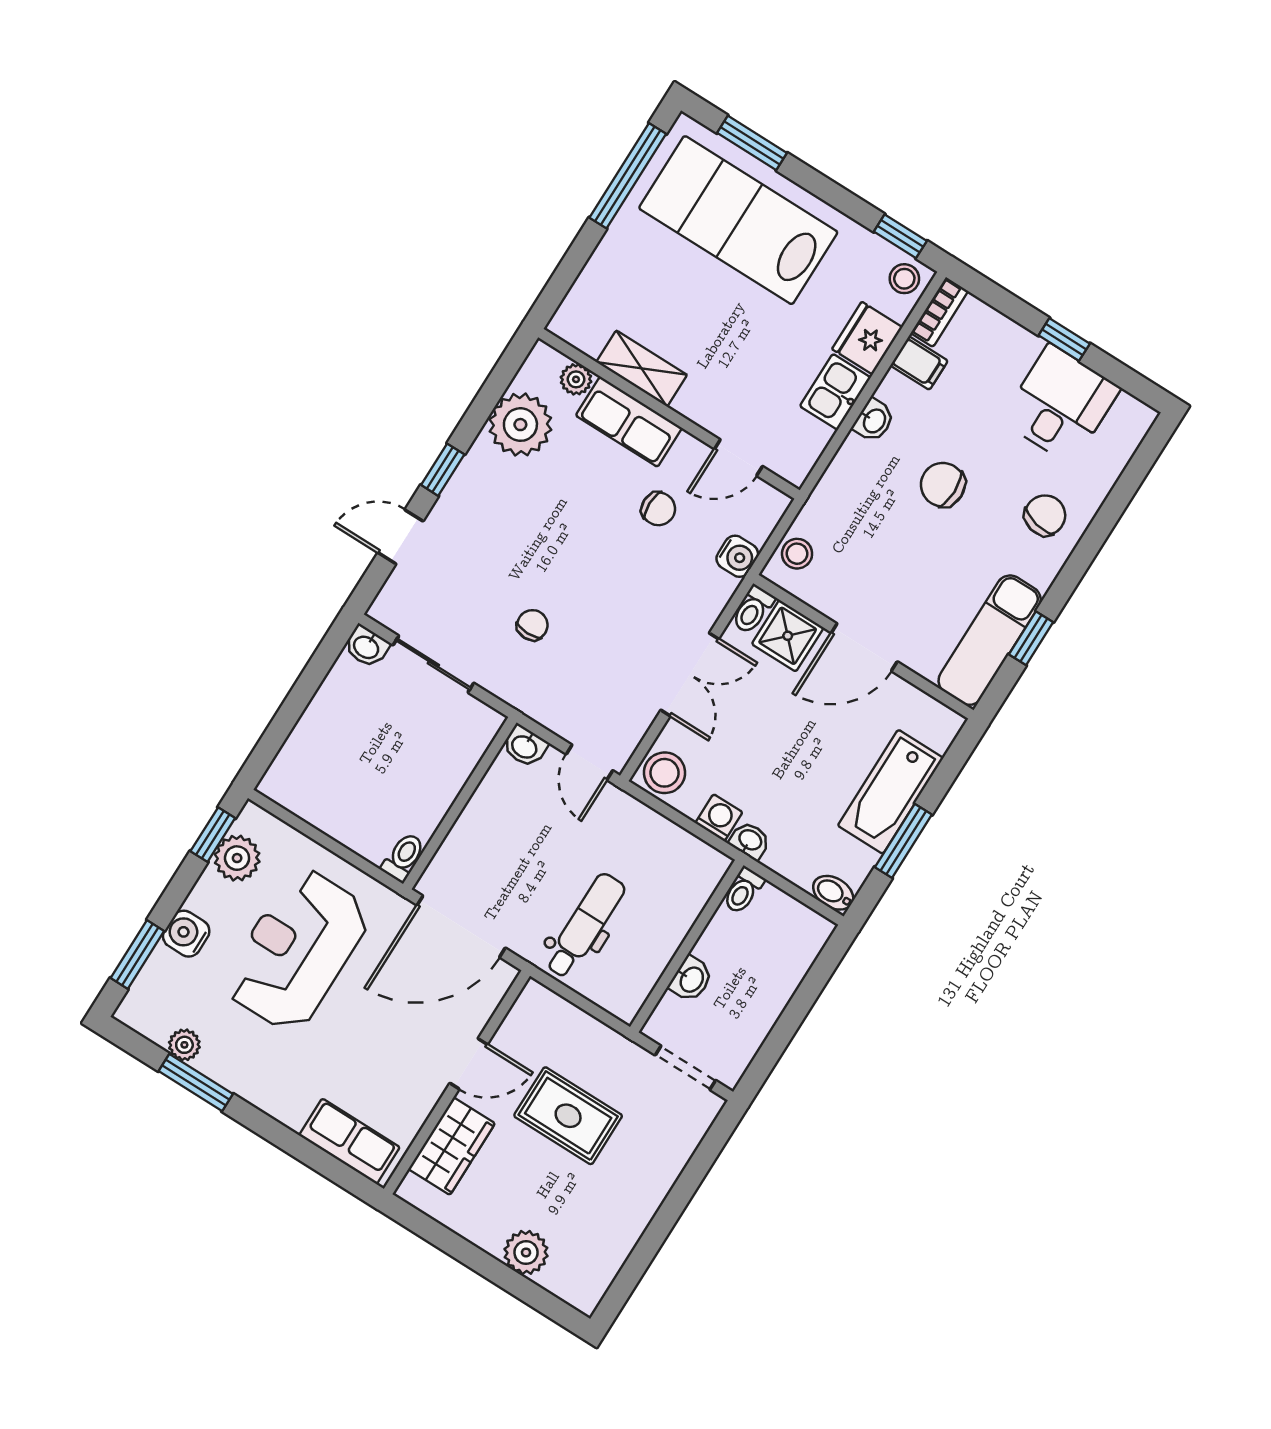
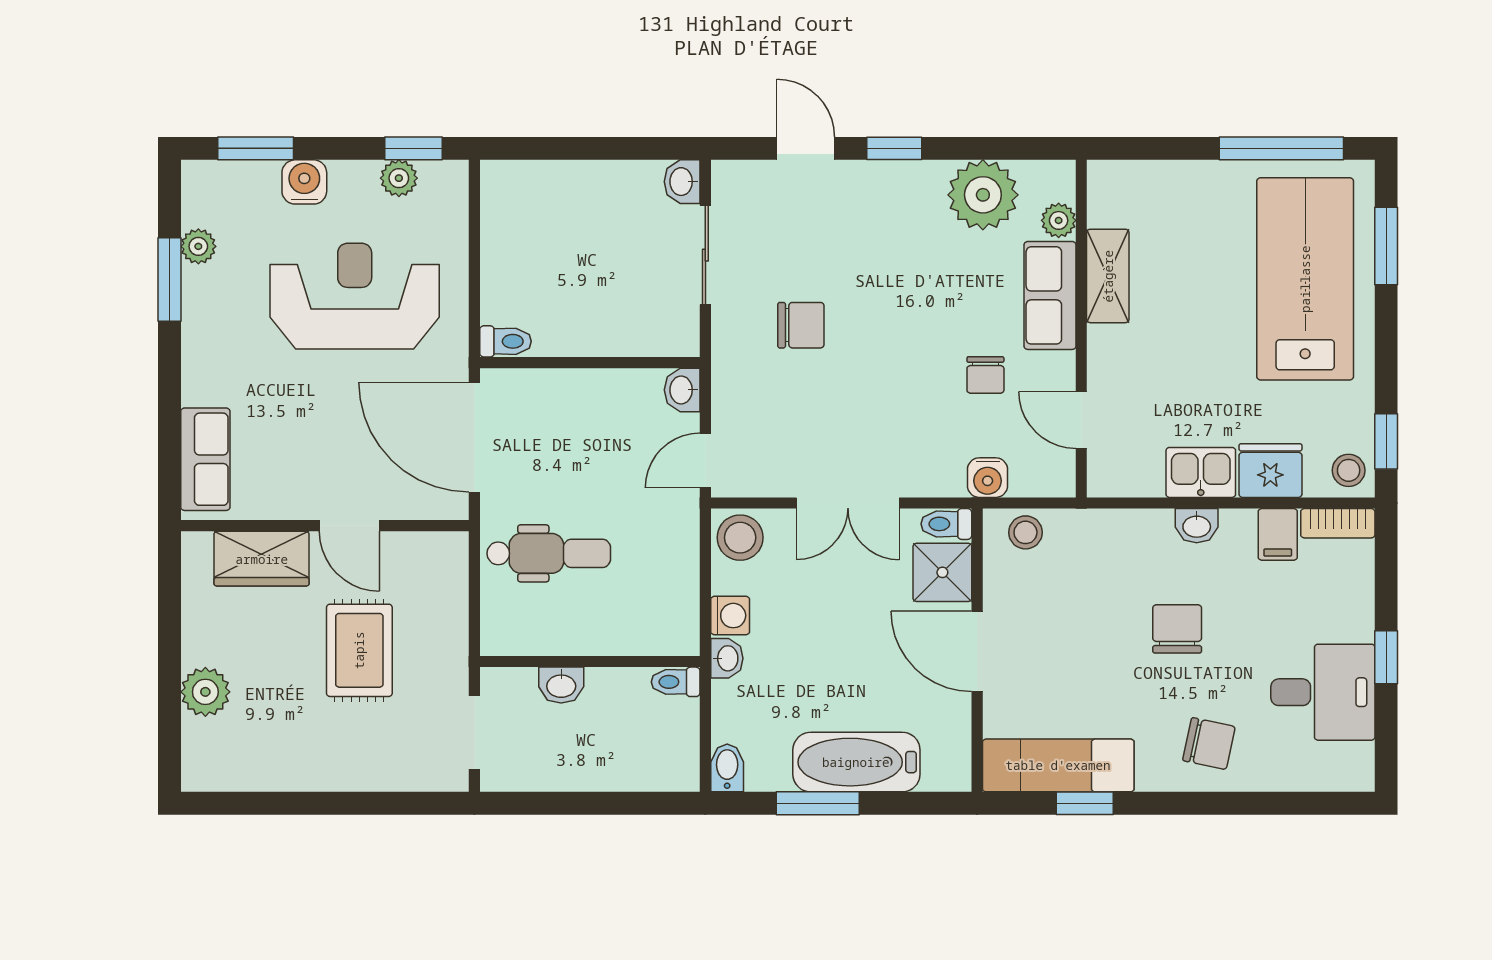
chair: (532, 625) -> (801, 325), width x1.37, depth x1.37
plant: (237, 858) -> (399, 178), width x0.73, depth x0.73

